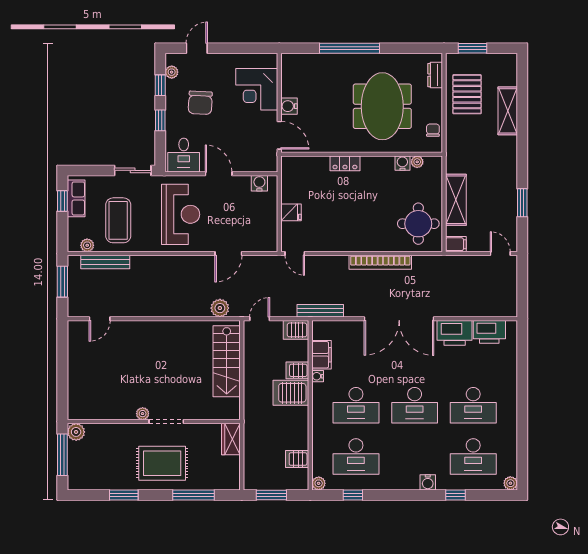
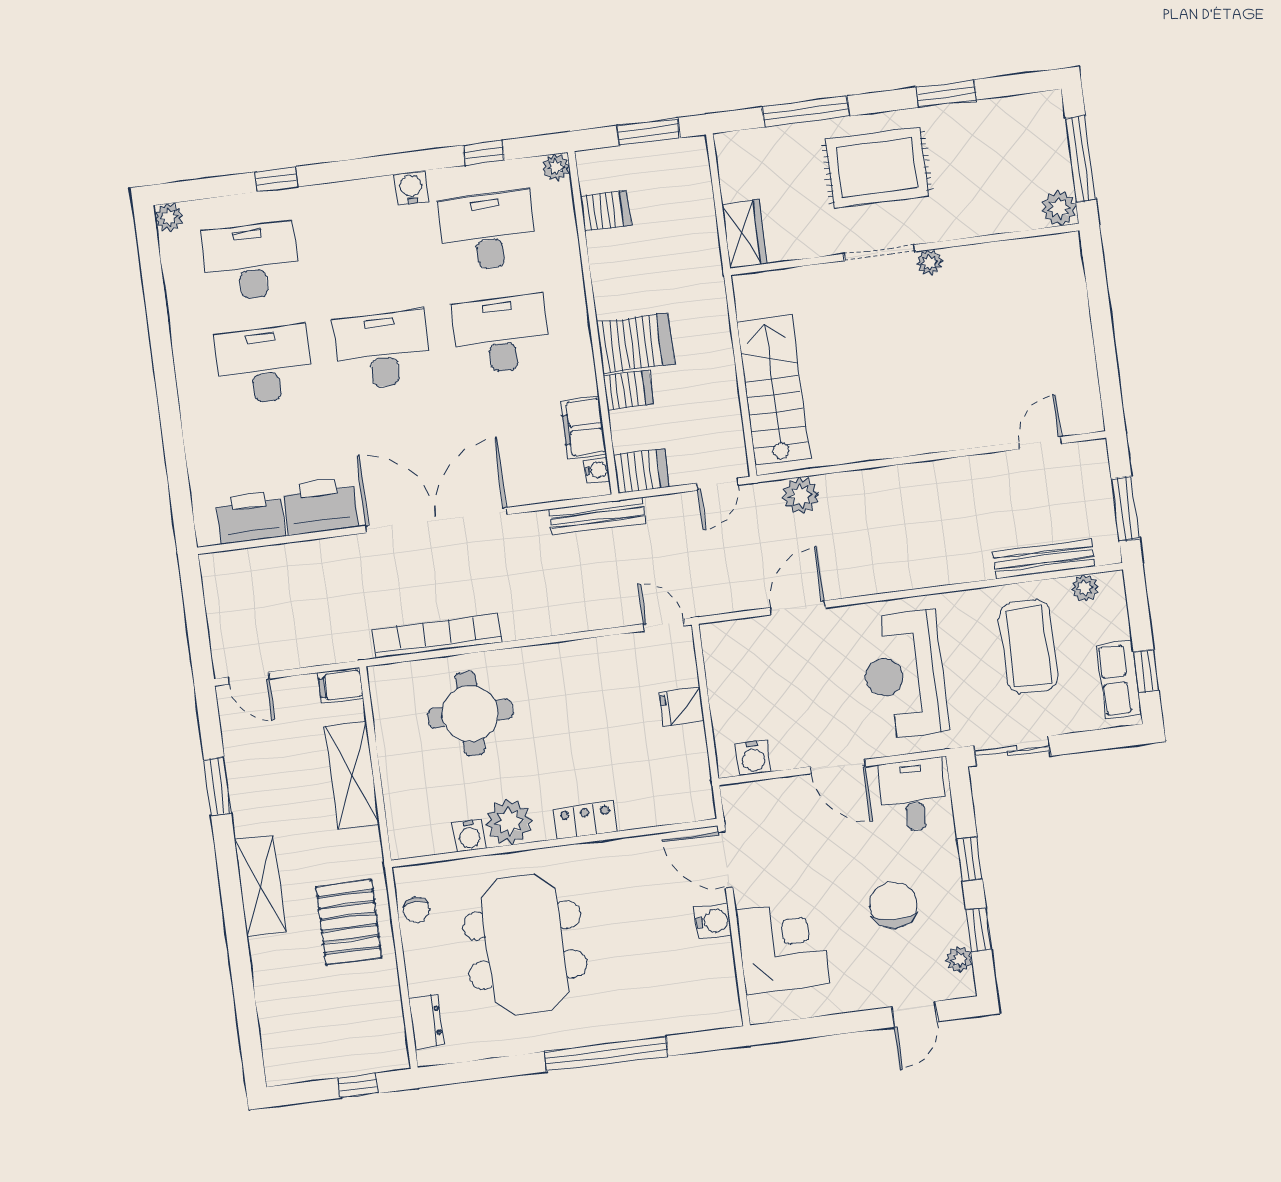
window: (472, 48) -> (358, 1086), width x0.67
pallet: (467, 94) -> (349, 922), moved
shelving: (508, 111) -> (260, 886), moved
plant: (417, 162) -> (509, 822), moved, width x1.87, depth x1.87
round table: (418, 224) -> (470, 714), moved
bookcase: (380, 262) -> (437, 636), moved
water cooler: (318, 376) -> (597, 470), moved
water cooler: (428, 482) -> (411, 188), moved

